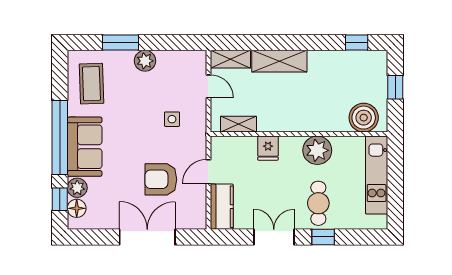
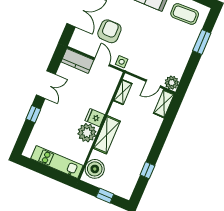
window: (357, 43) -> (147, 170), moved
plant: (145, 61) -> (172, 83), moved
shelving: (279, 61) -> (107, 135), moved
side table: (172, 119) -> (122, 62), moved
fridge: (268, 148) -> (95, 118), moved
cafe table: (318, 203) -> (55, 120), removed

